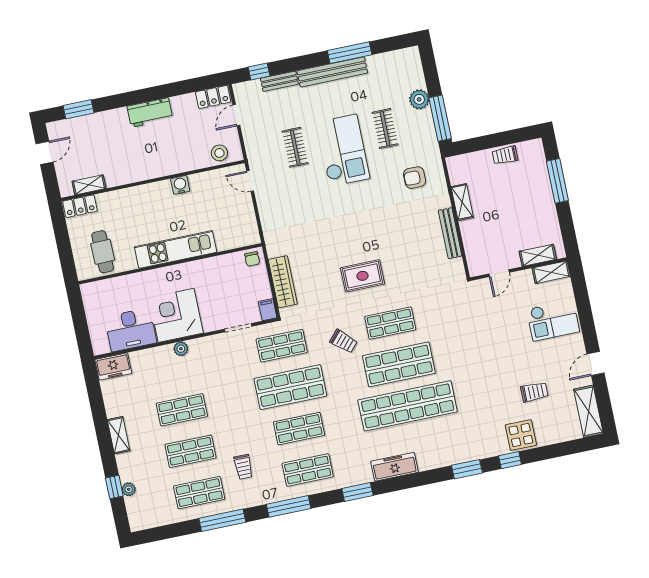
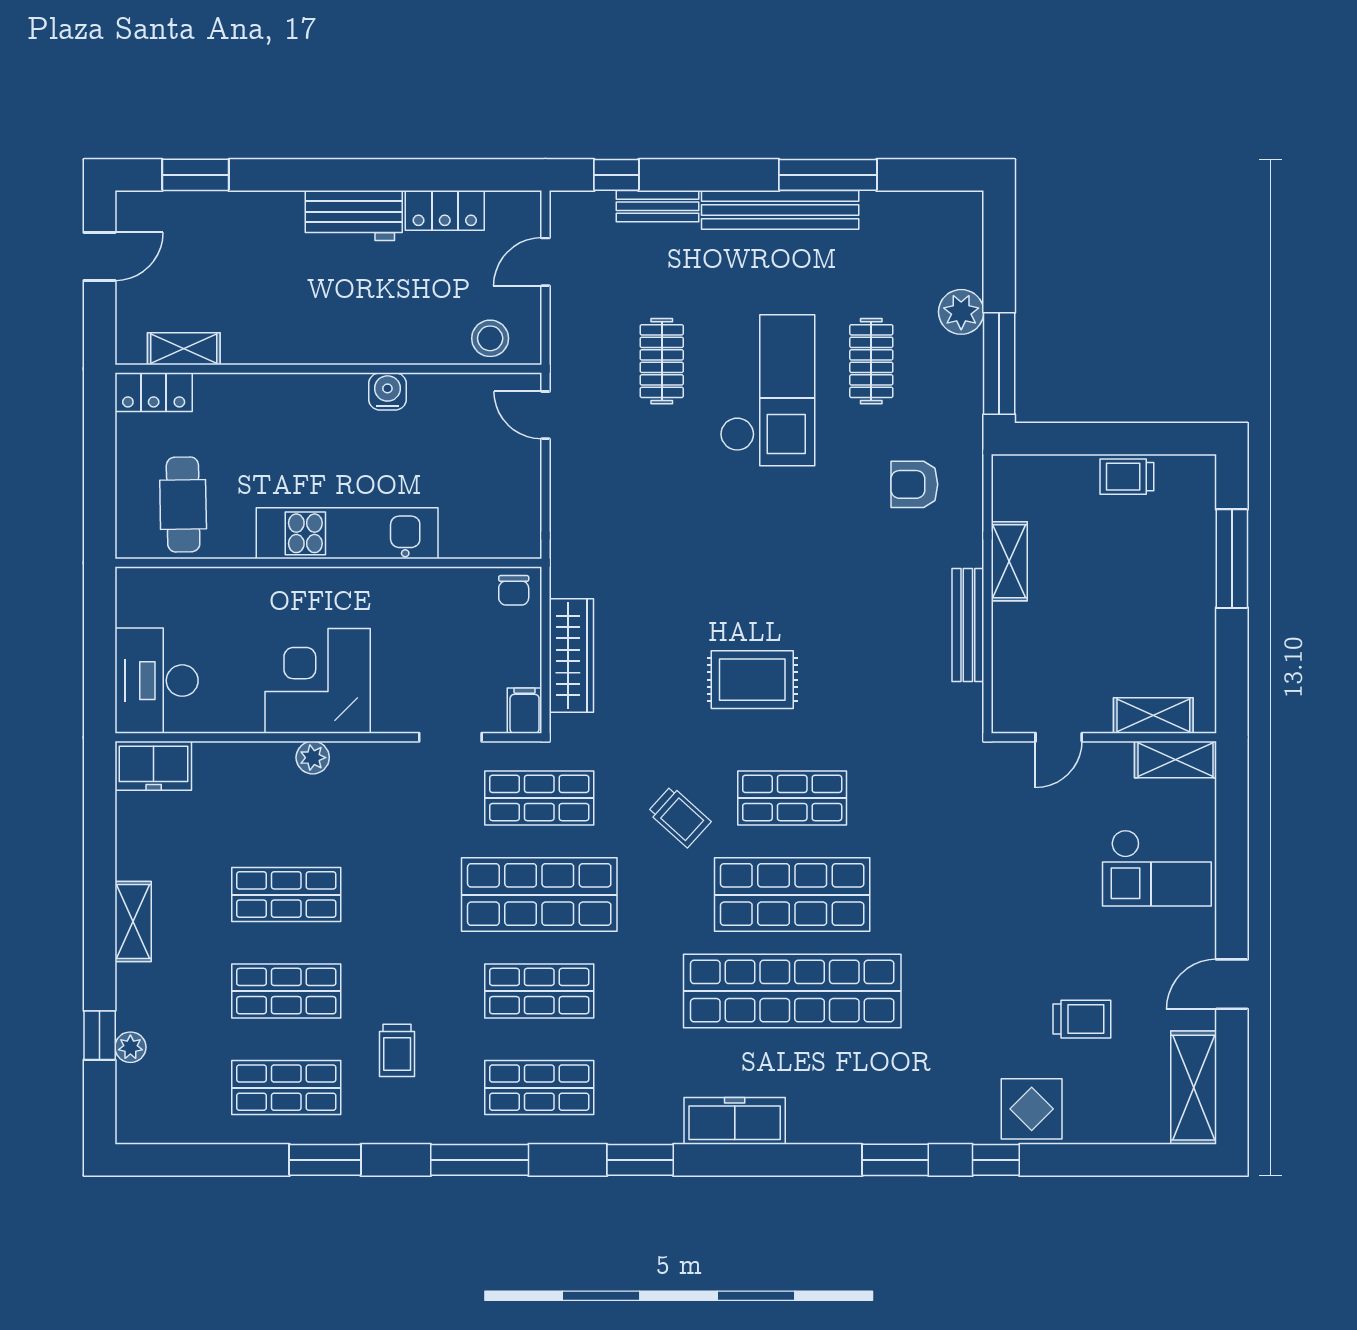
locker: (213, 97) -> (445, 210), moved
desk: (131, 330) -> (157, 681), moved, turned 90
window: (222, 520) -> (325, 1160), width x0.69

